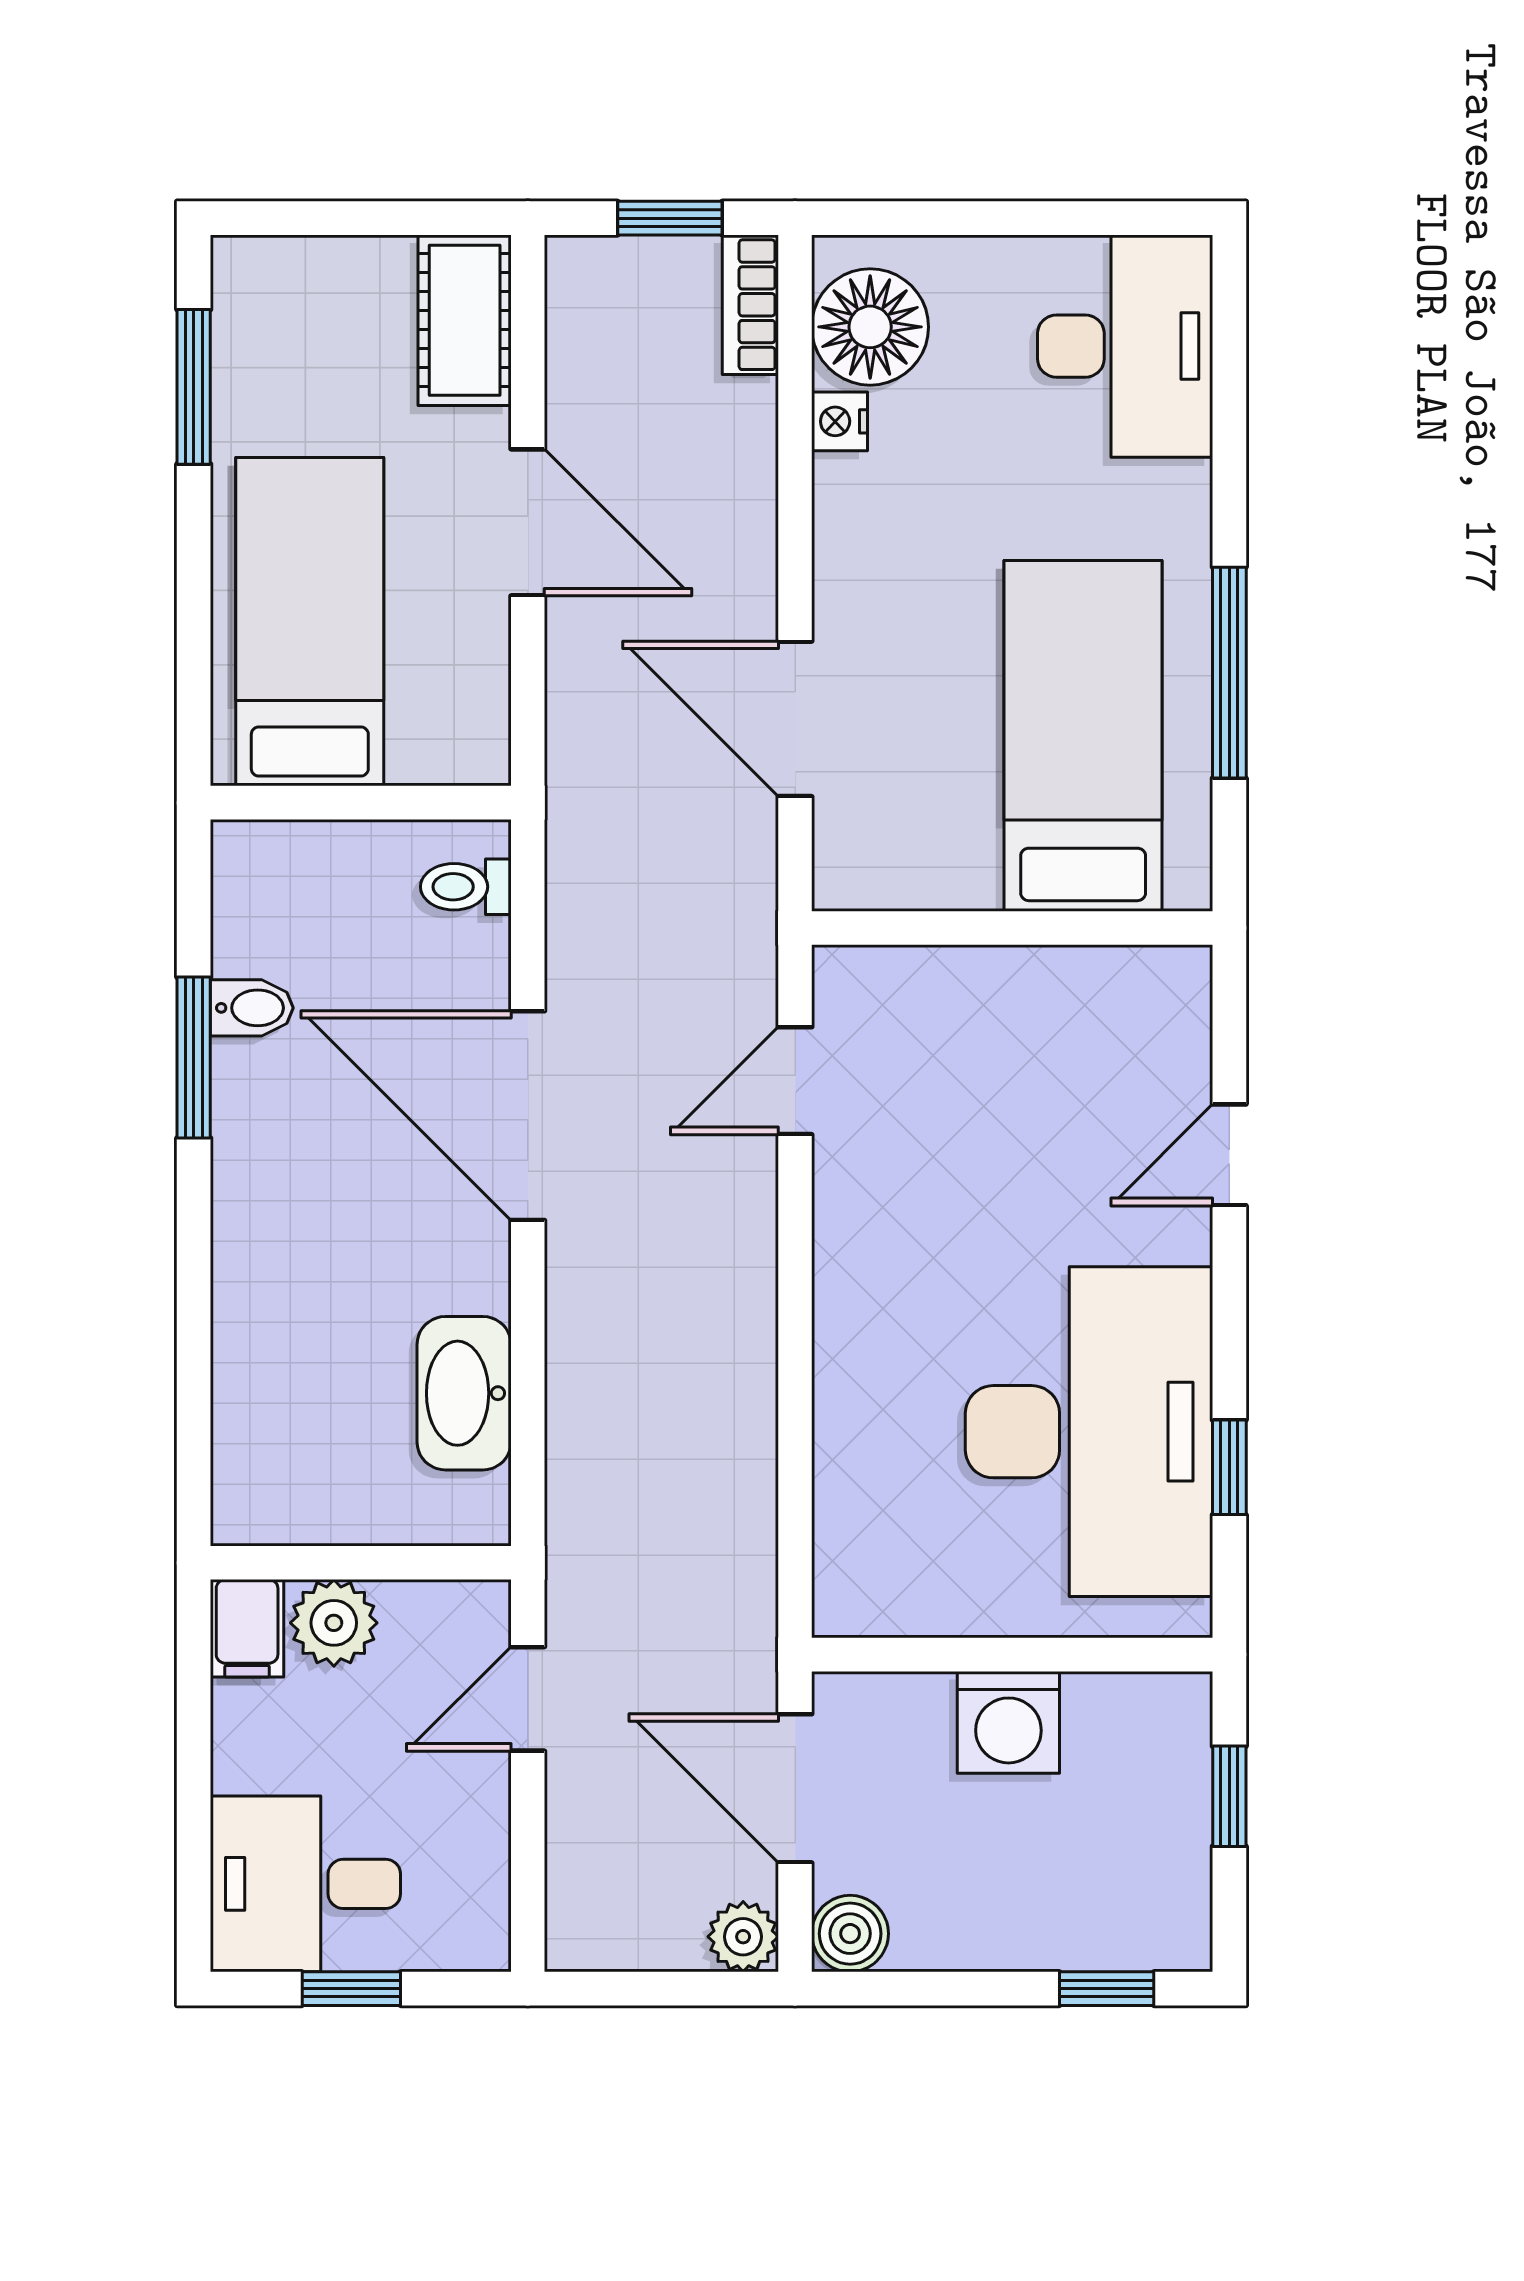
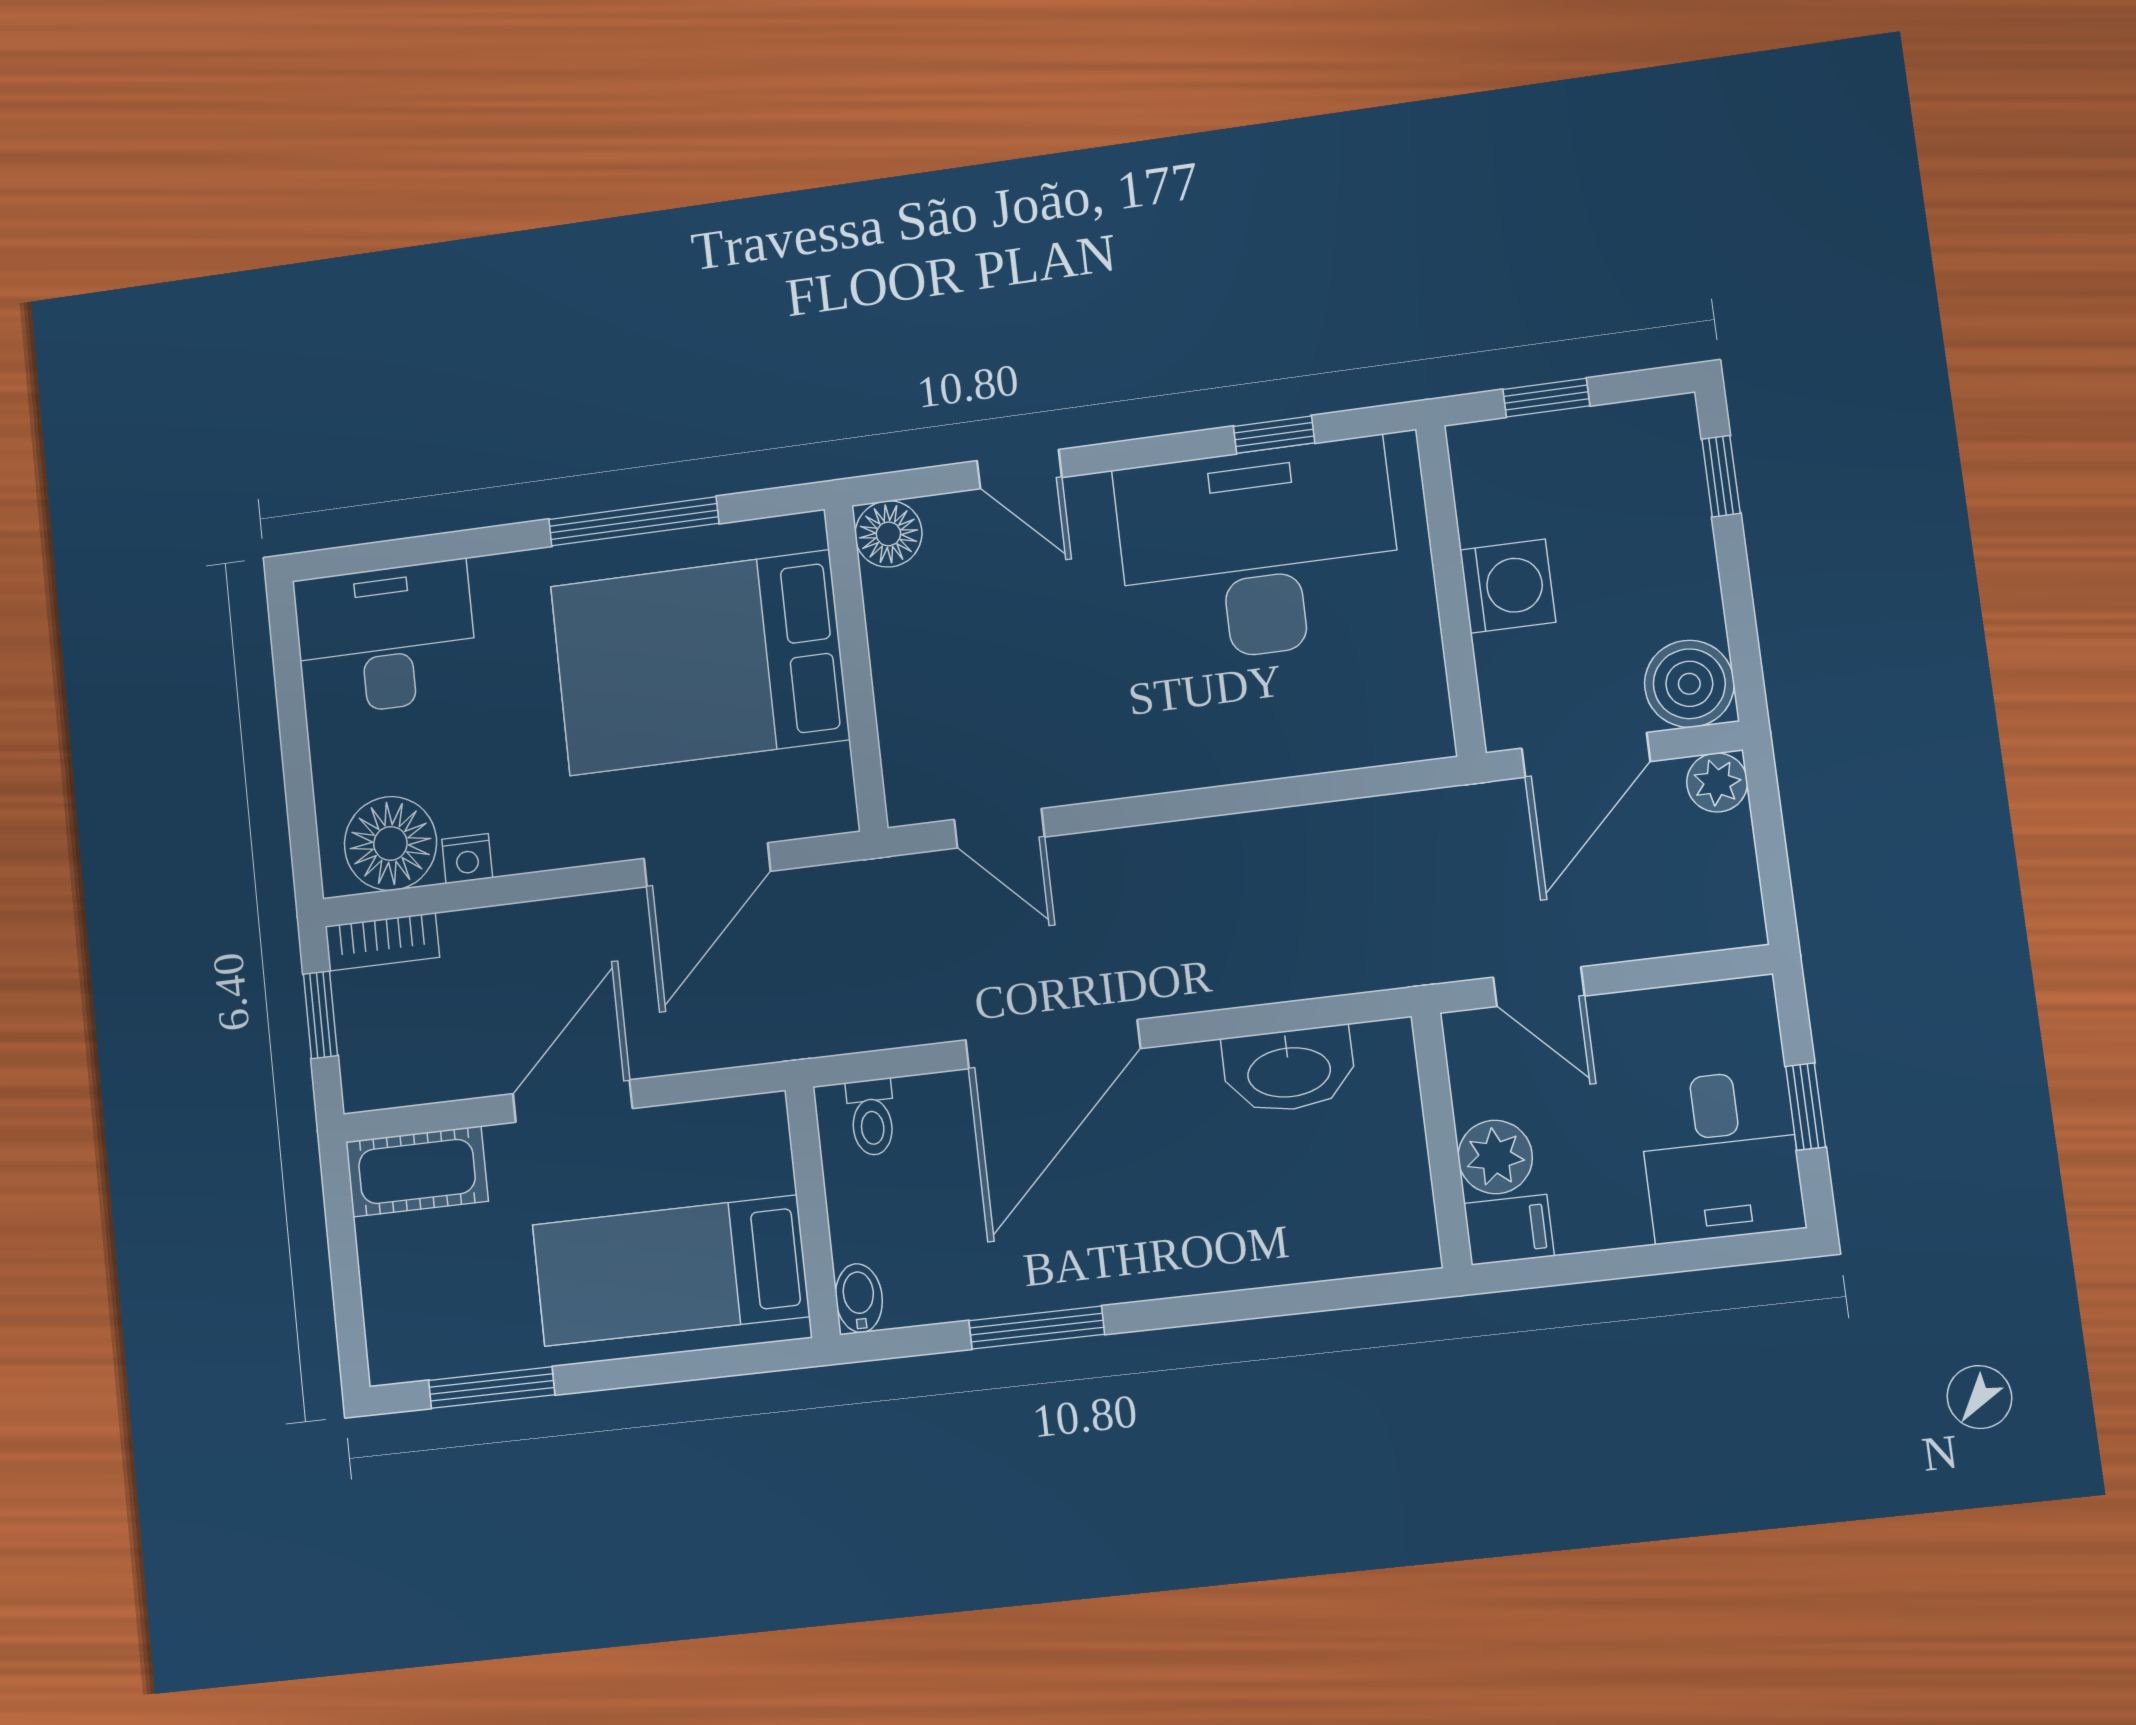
bed: (1083, 736) -> (700, 663), width x1.50
floor lamp: (1171, 986) -> (888, 534), added
bidet: (252, 1008) -> (859, 1298), moved
boiler: (850, 1934) -> (1689, 684), width x1.36, depth x1.36

